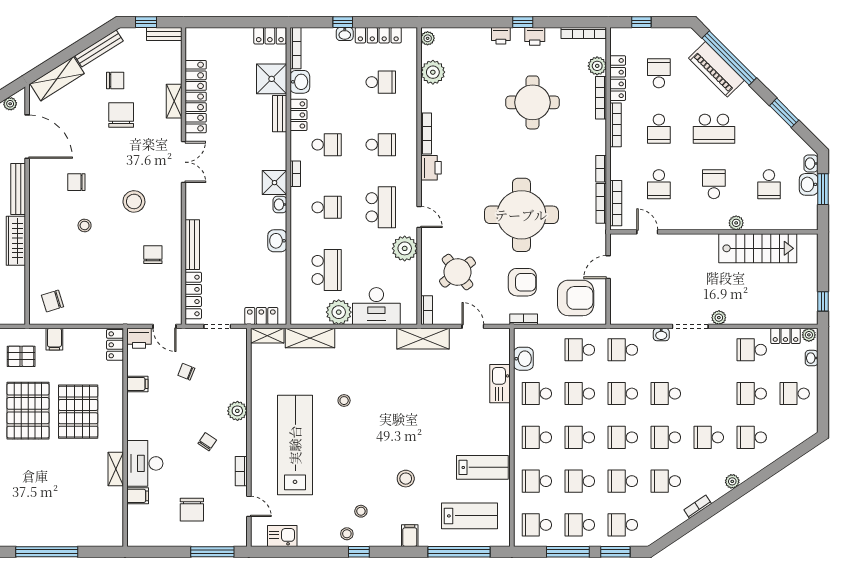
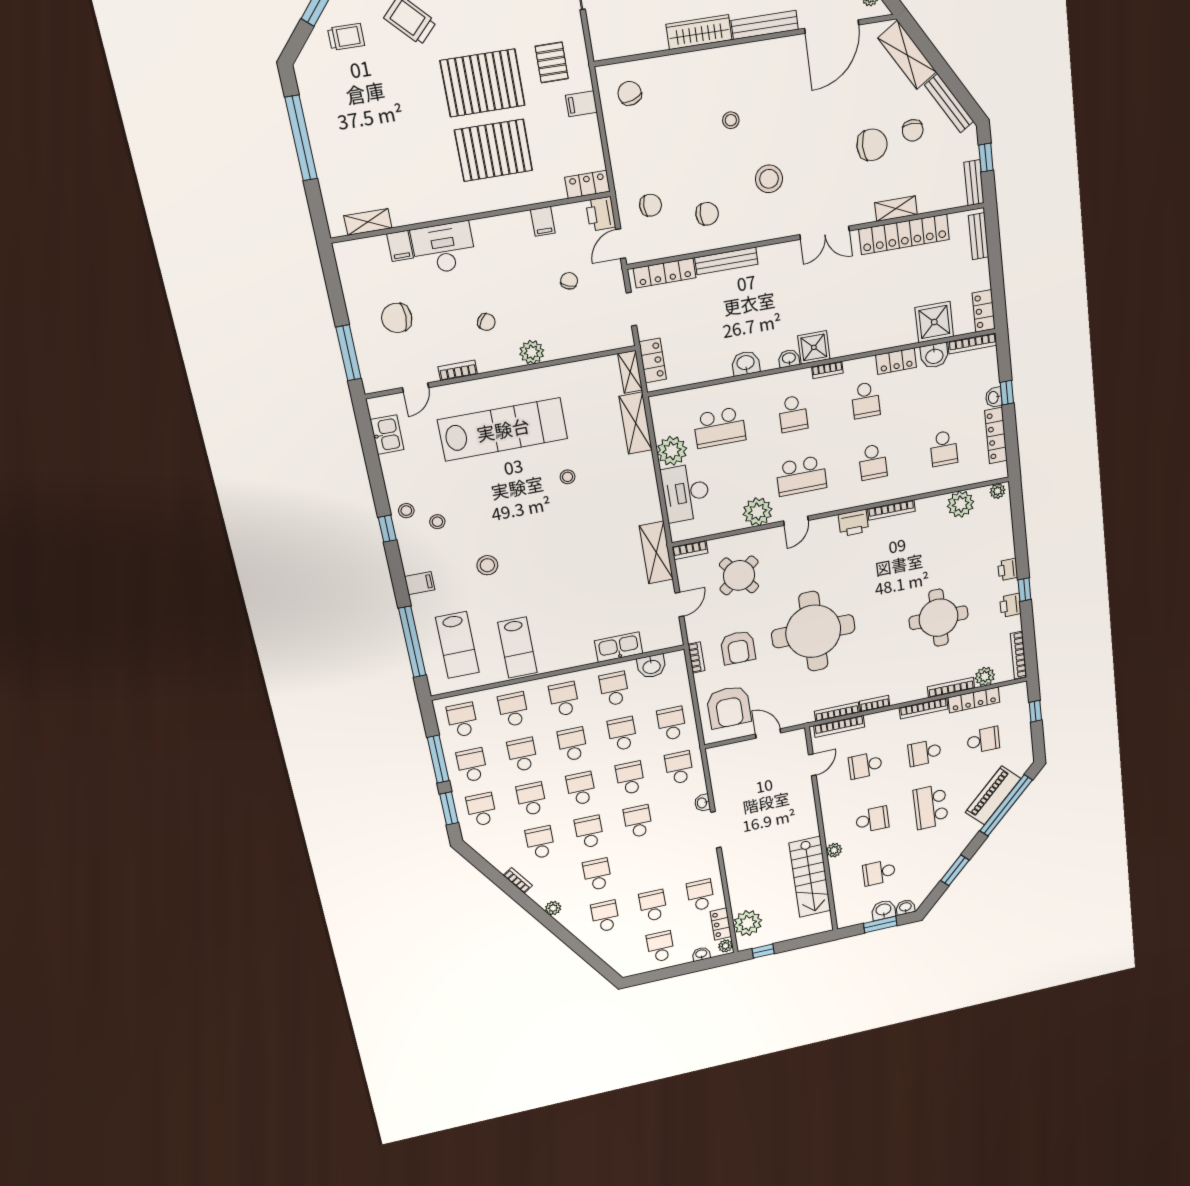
bench: (280, 114) -> (979, 236), moved, turned 90
chair: (76, 182) -> (651, 205), moved, turned 90
plant: (719, 318) -> (748, 923), moved, width x1.87, depth x1.87
shelving: (116, 469) -> (368, 222), moved

